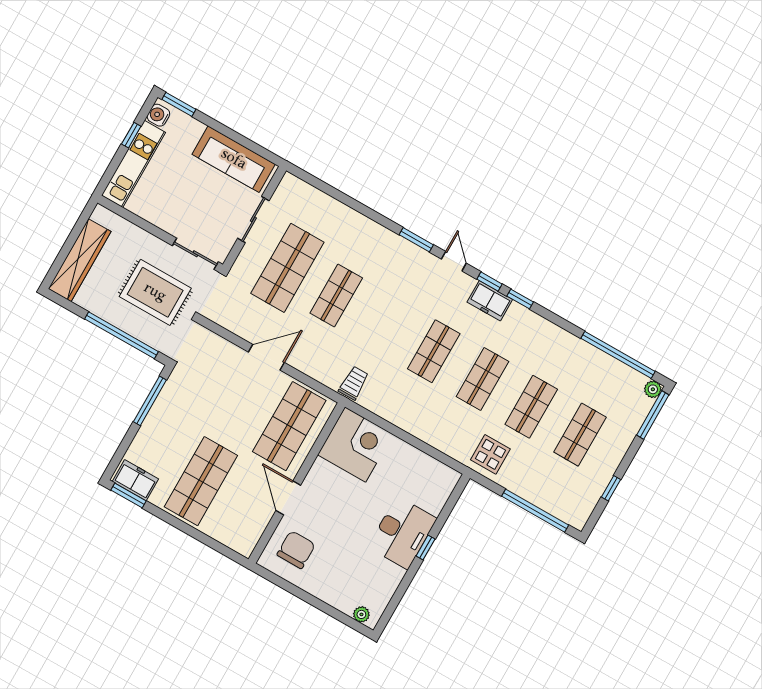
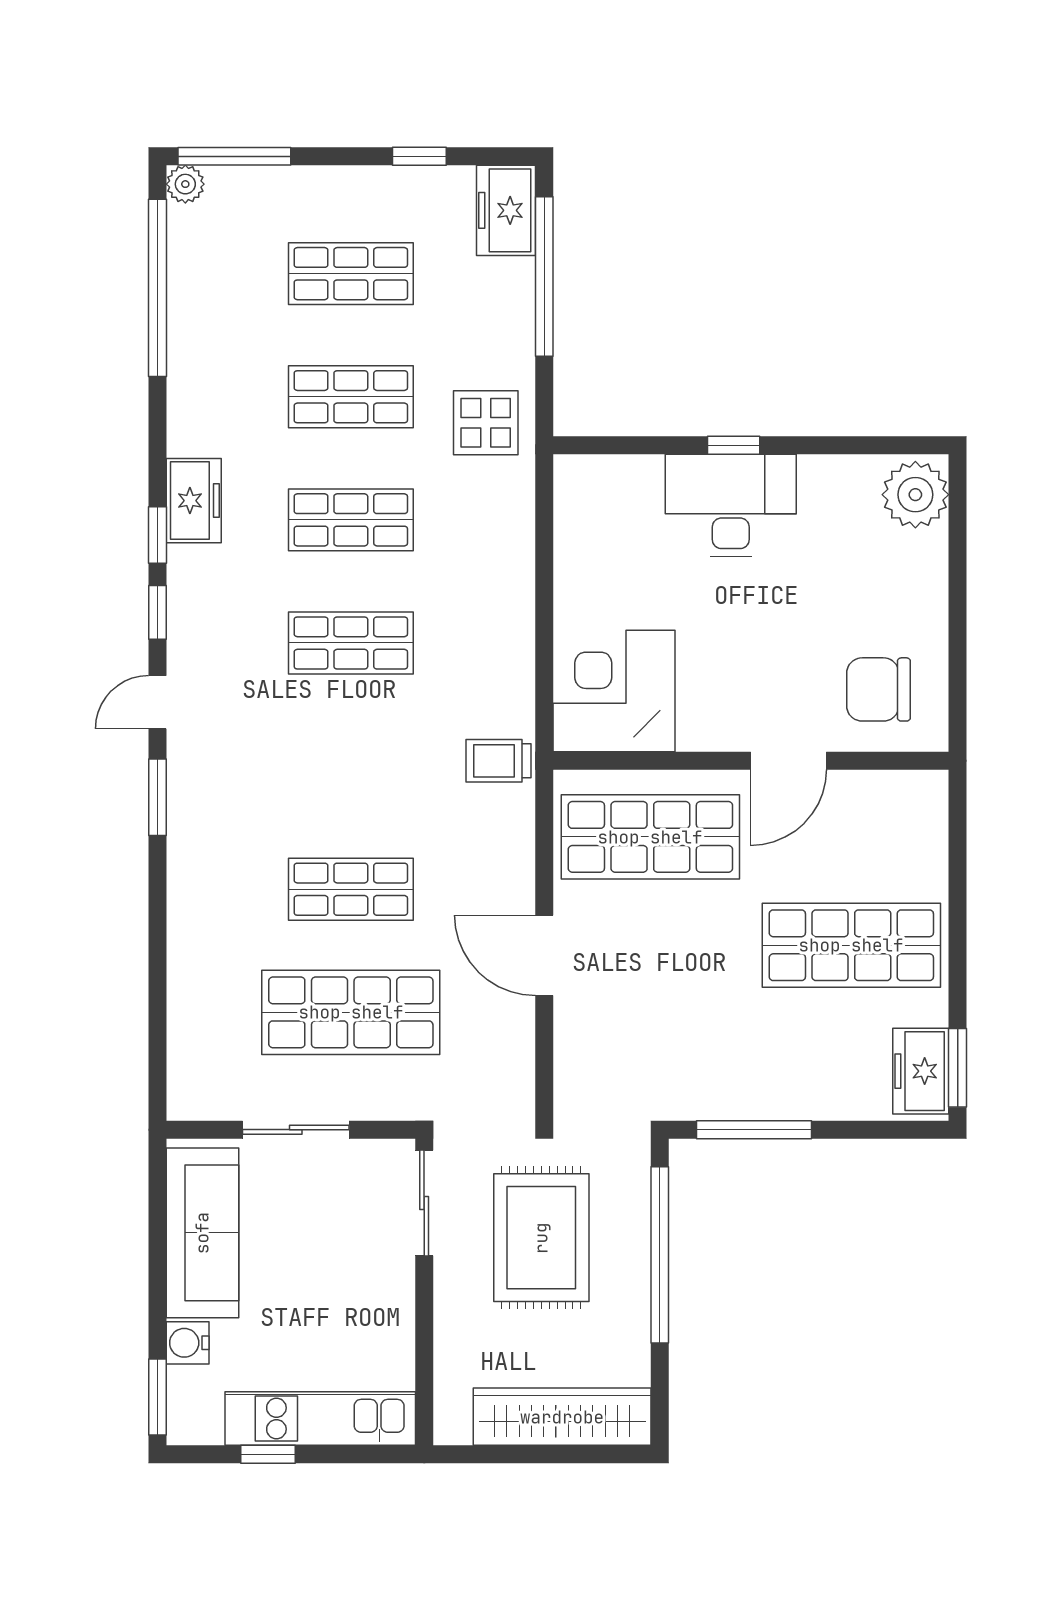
water cooler: (158, 115) -> (188, 1343), moved, turned 90
freezer: (490, 301) -> (194, 501), moved
freezer: (570, 510) -> (506, 210), added
plant: (361, 614) -> (915, 495), width x1.87, depth x1.87

